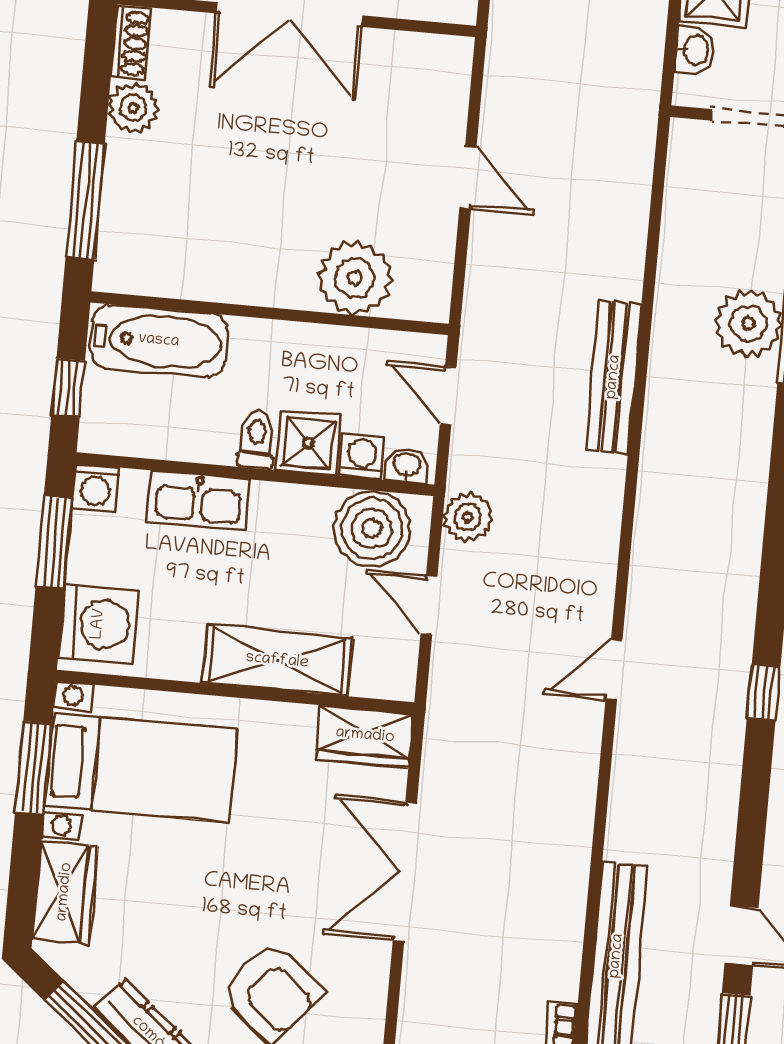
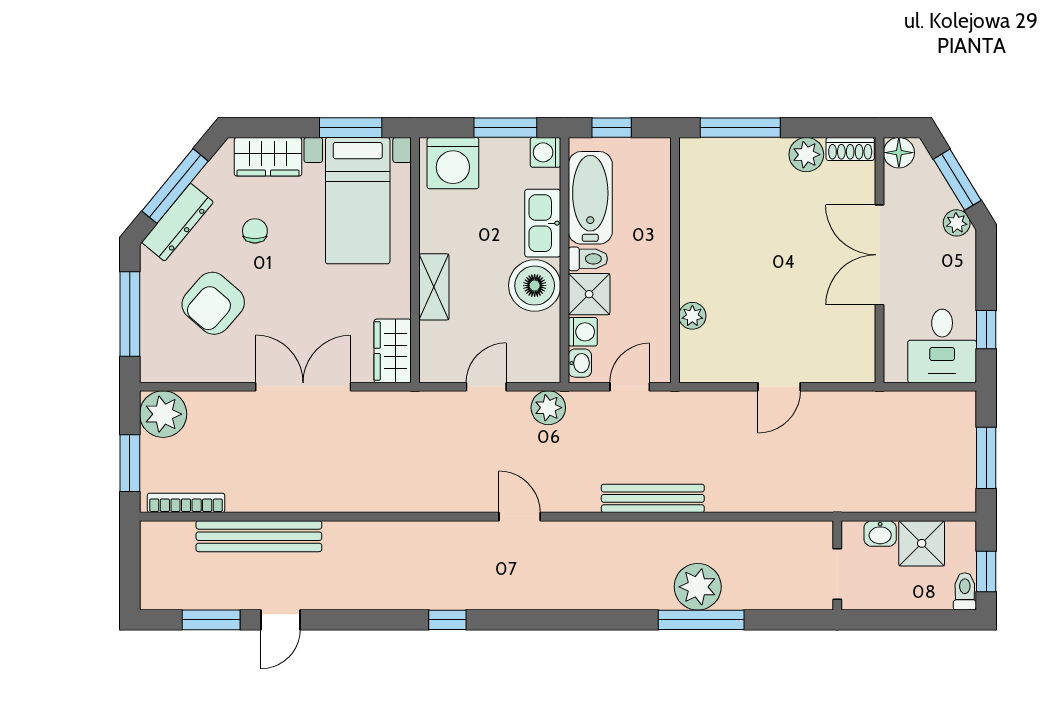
plant: (355, 278) -> (692, 316), width x0.53, depth x0.53
bathtub: (159, 341) -> (590, 198), moved, turned 180
boiler: (372, 529) -> (535, 286), moved
shelving: (277, 661) -> (434, 287), width x0.67, depth x0.75
door: (614, 670) -> (520, 517), moved
chair: (171, 921) -> (255, 231), added

